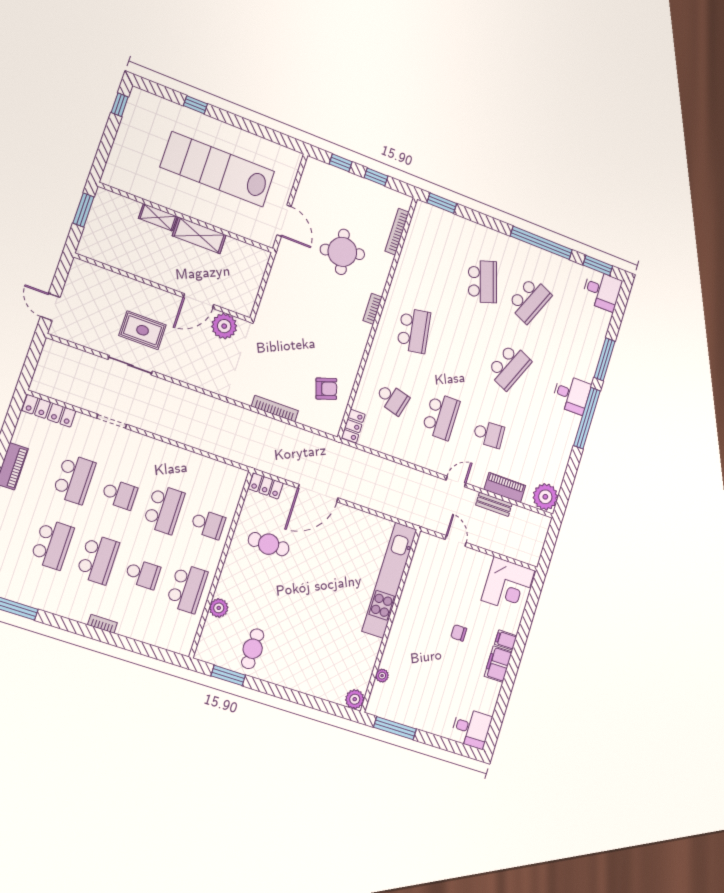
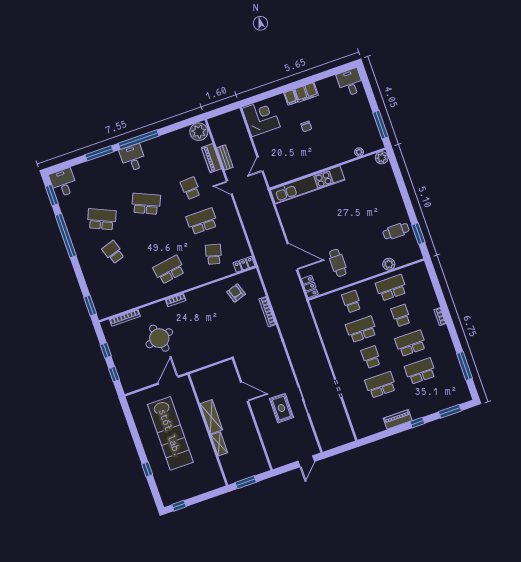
school desk: (483, 282) -> (113, 252), width x0.54
plant: (224, 326) -> (247, 369), removed
locker: (49, 411) -> (357, 423), removed

